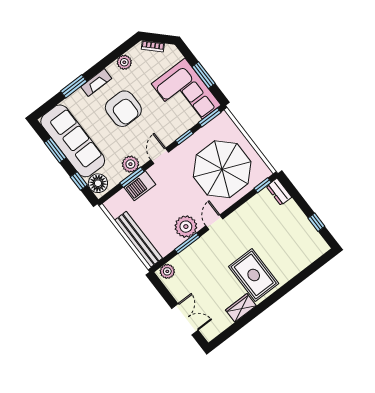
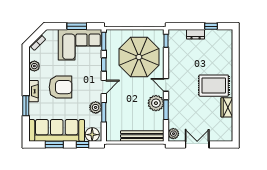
door: (160, 156) -> (104, 87), swing flipped
barbecue: (140, 186) -> (112, 112), removed
dresser: (279, 192) -> (196, 34), moved
double door: (185, 319) -> (197, 145), moved

